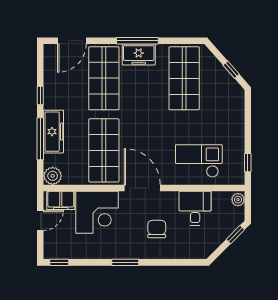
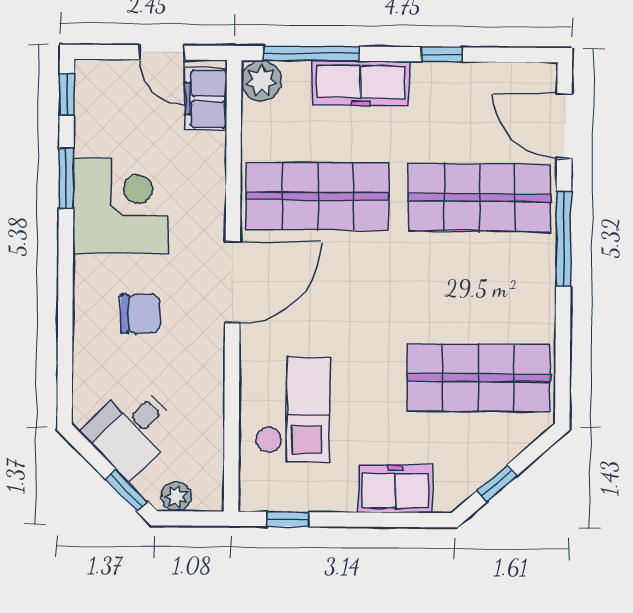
window: (137, 41) -> (564, 239), moved
freezer: (139, 55) -> (395, 489), moved, turned 90
window: (40, 139) -> (311, 54), moved
plant: (238, 200) -> (176, 496), moved
desk: (195, 208) -> (131, 430), moved, turned 135
corner desk: (97, 212) -> (121, 206), moved, turned 180
window: (125, 262) -> (66, 178), moved

